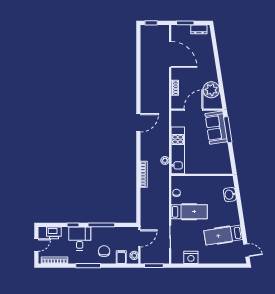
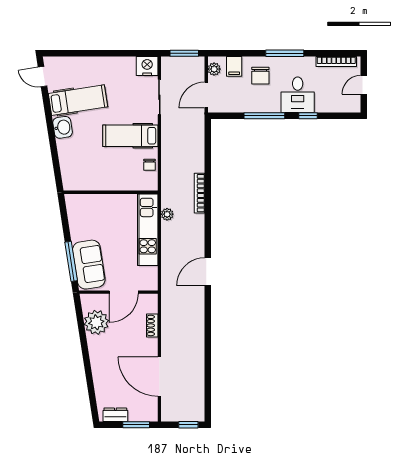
washbasin: (230, 195) -> (63, 127), moved
printer: (54, 233) -> (337, 103), removed
nightstand: (191, 257) -> (147, 66), moved

